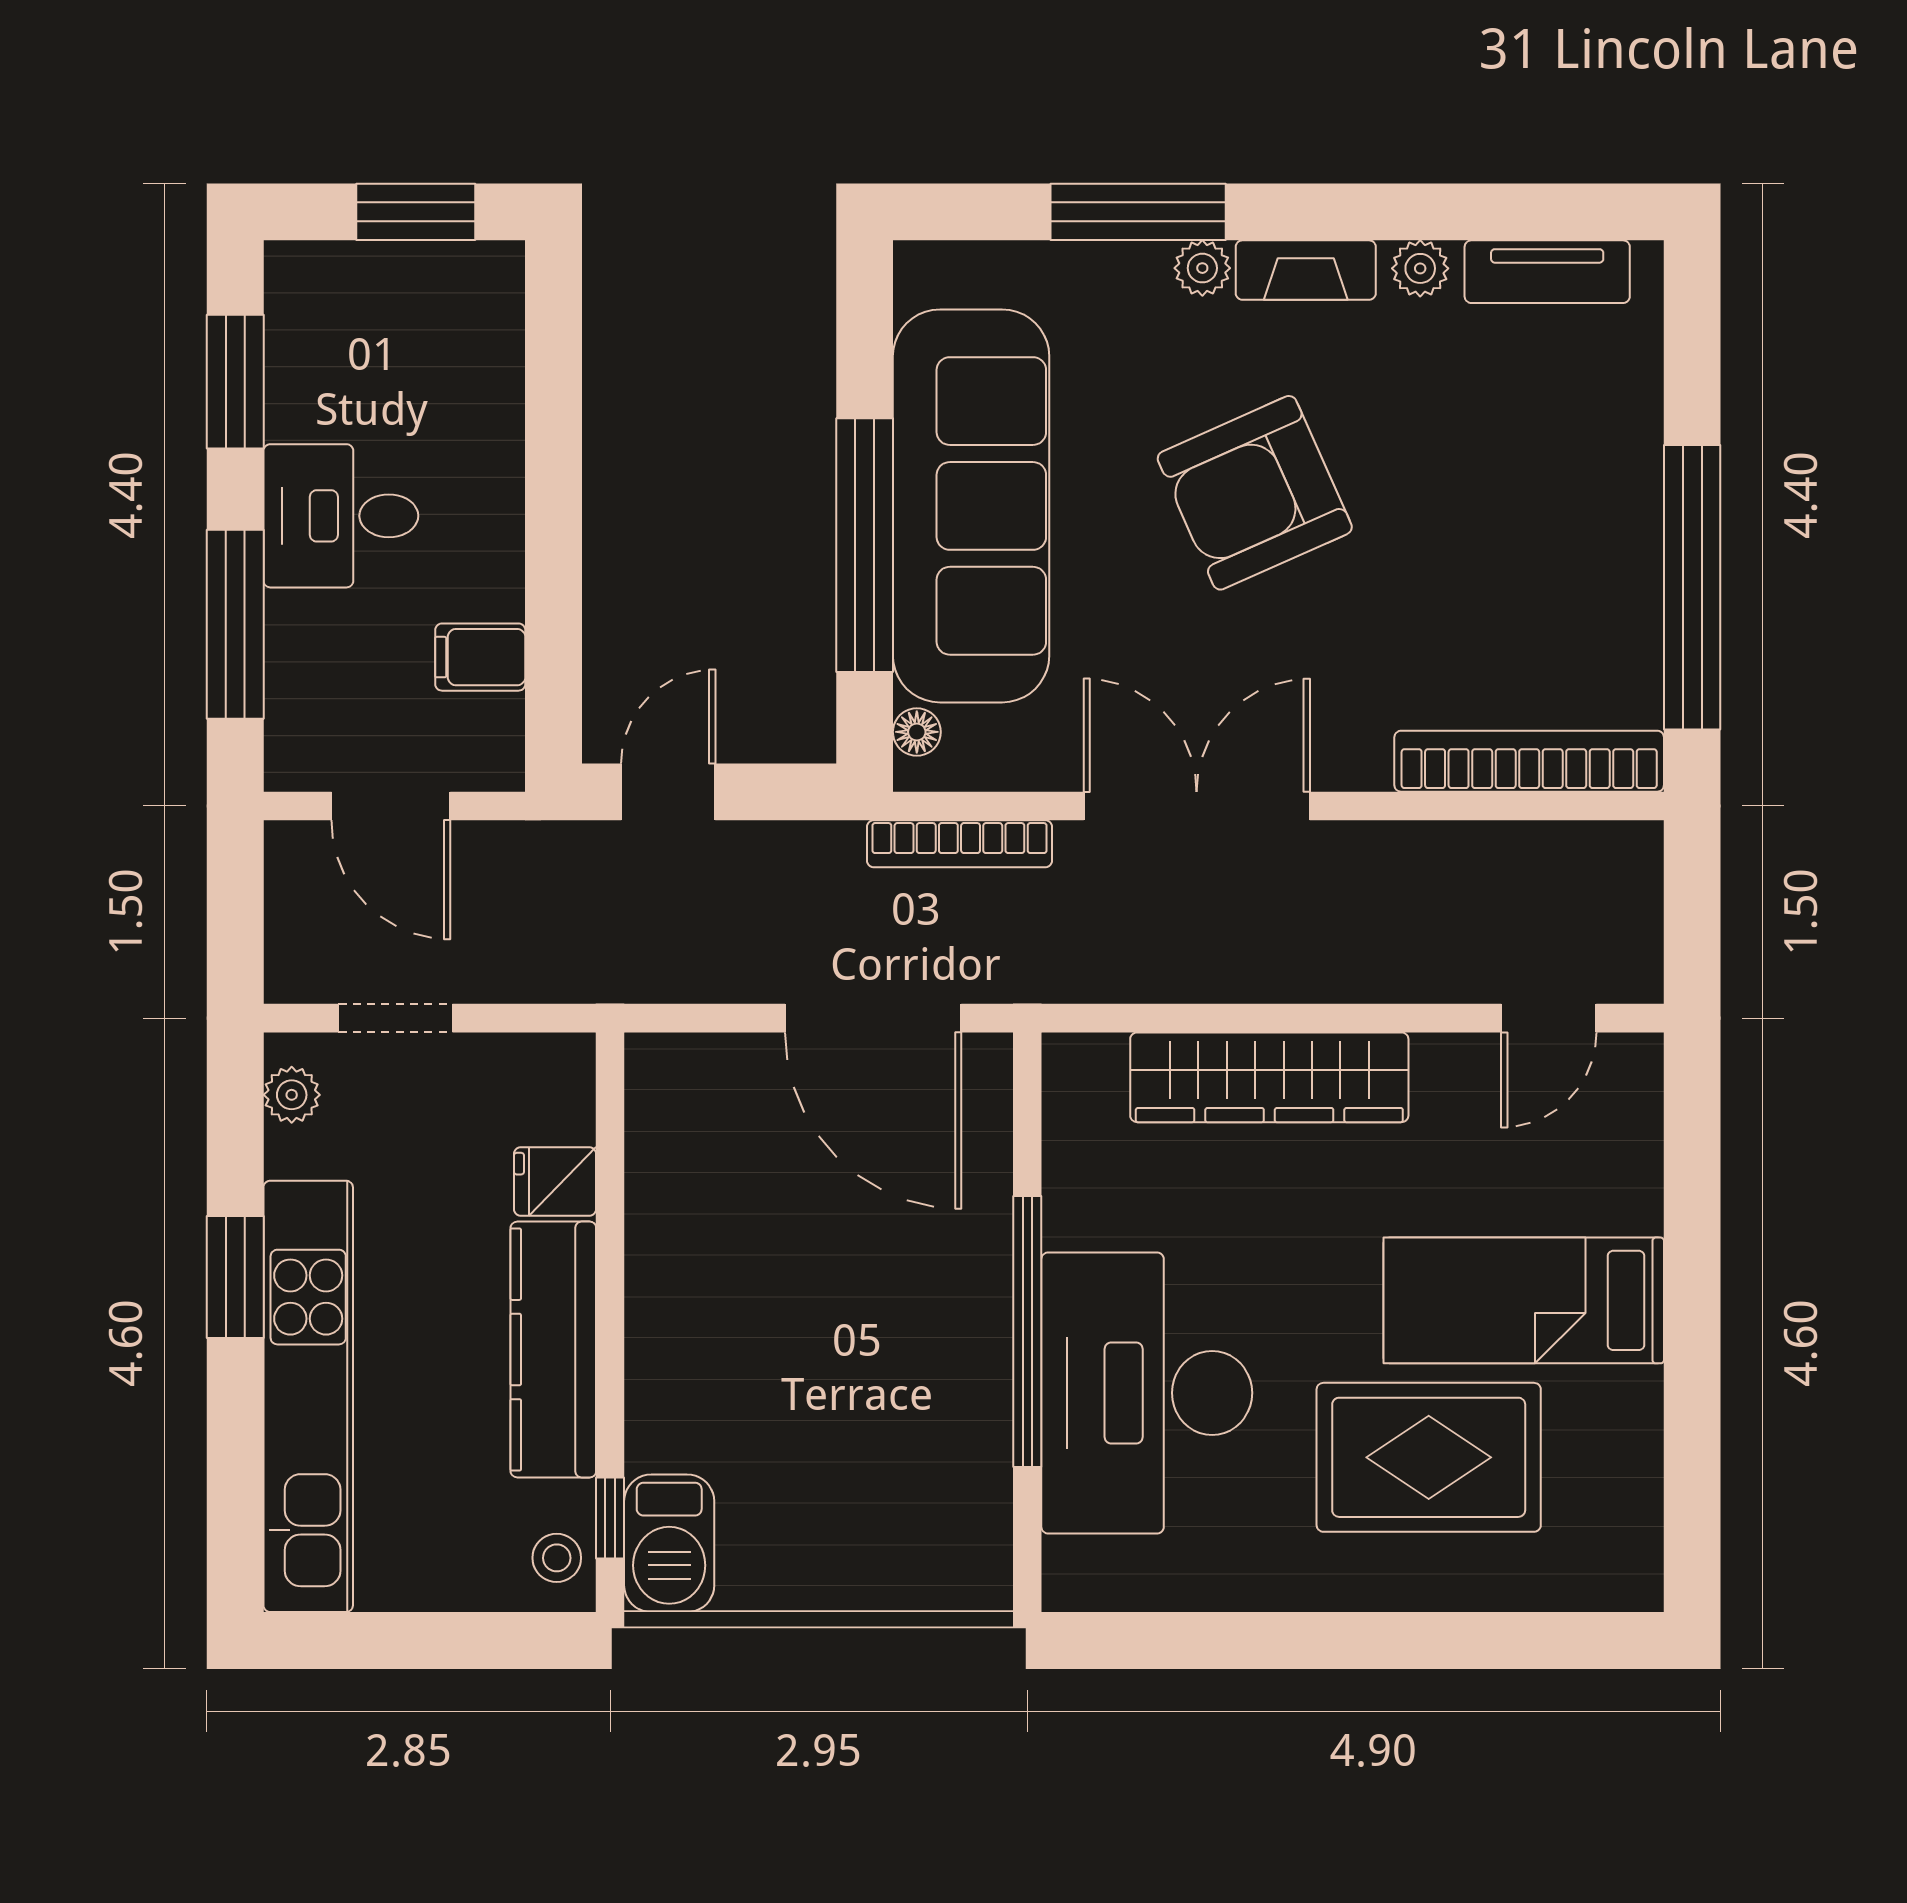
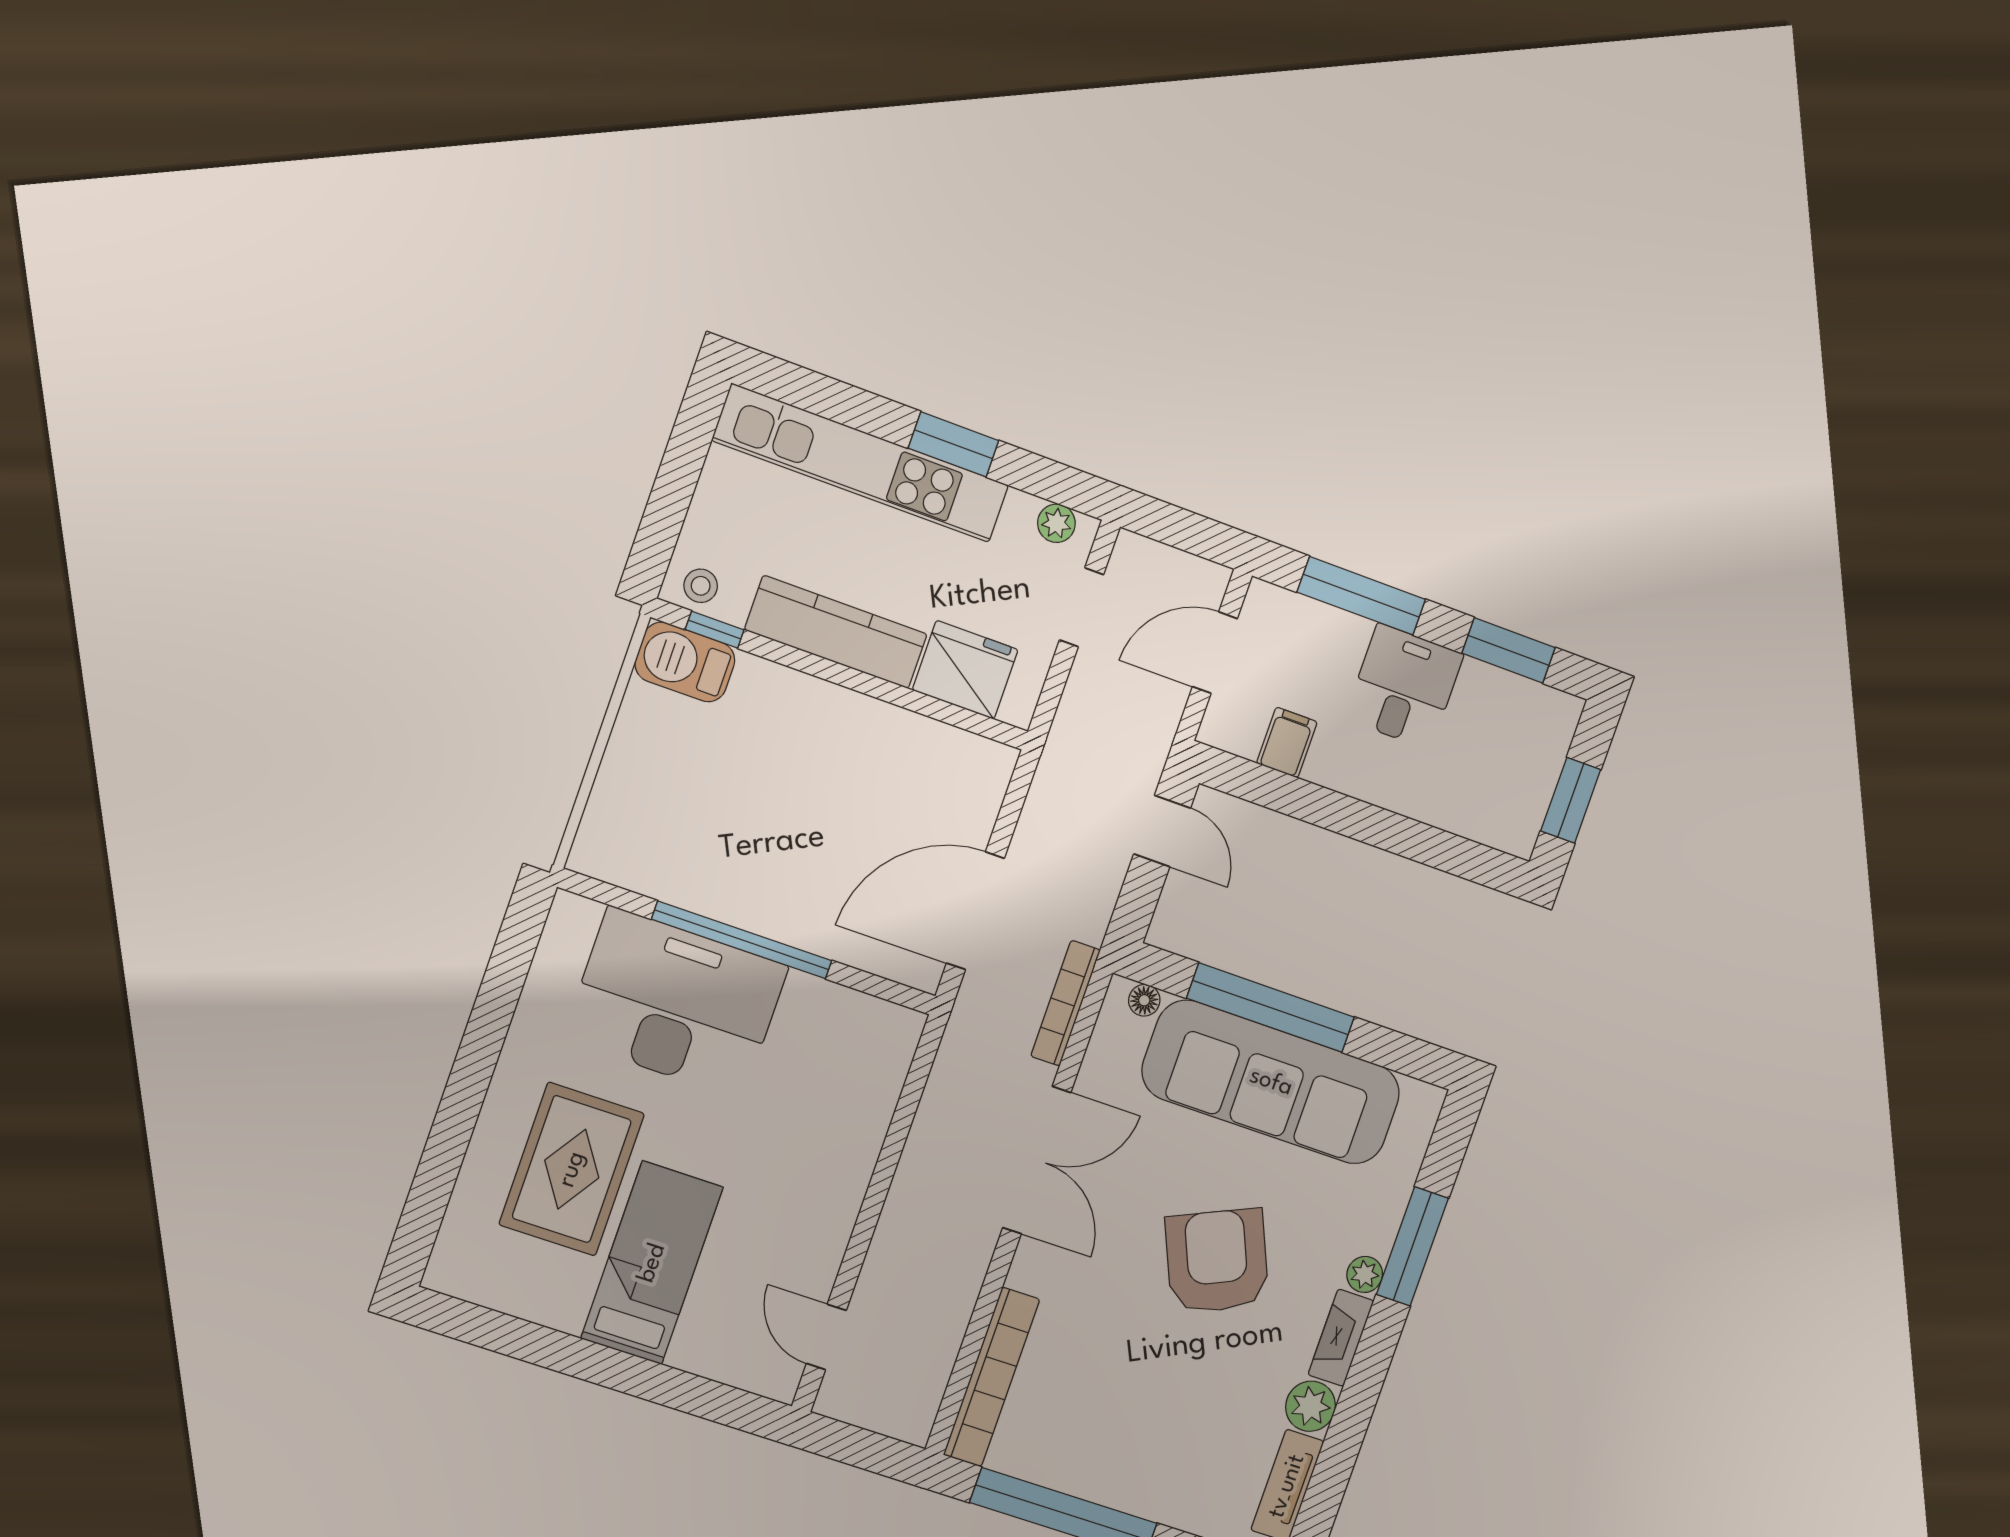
plant: (1420, 268) -> (1311, 1406), width x1.38, depth x1.38
wardrobe: (1269, 1077) -> (850, 1149), removed
fridge: (555, 1181) -> (965, 670), width x1.88, depth x1.34

